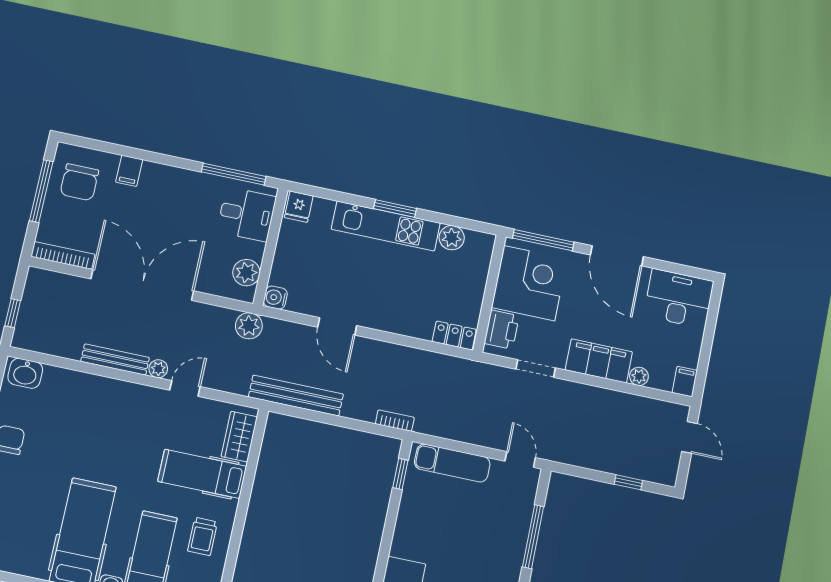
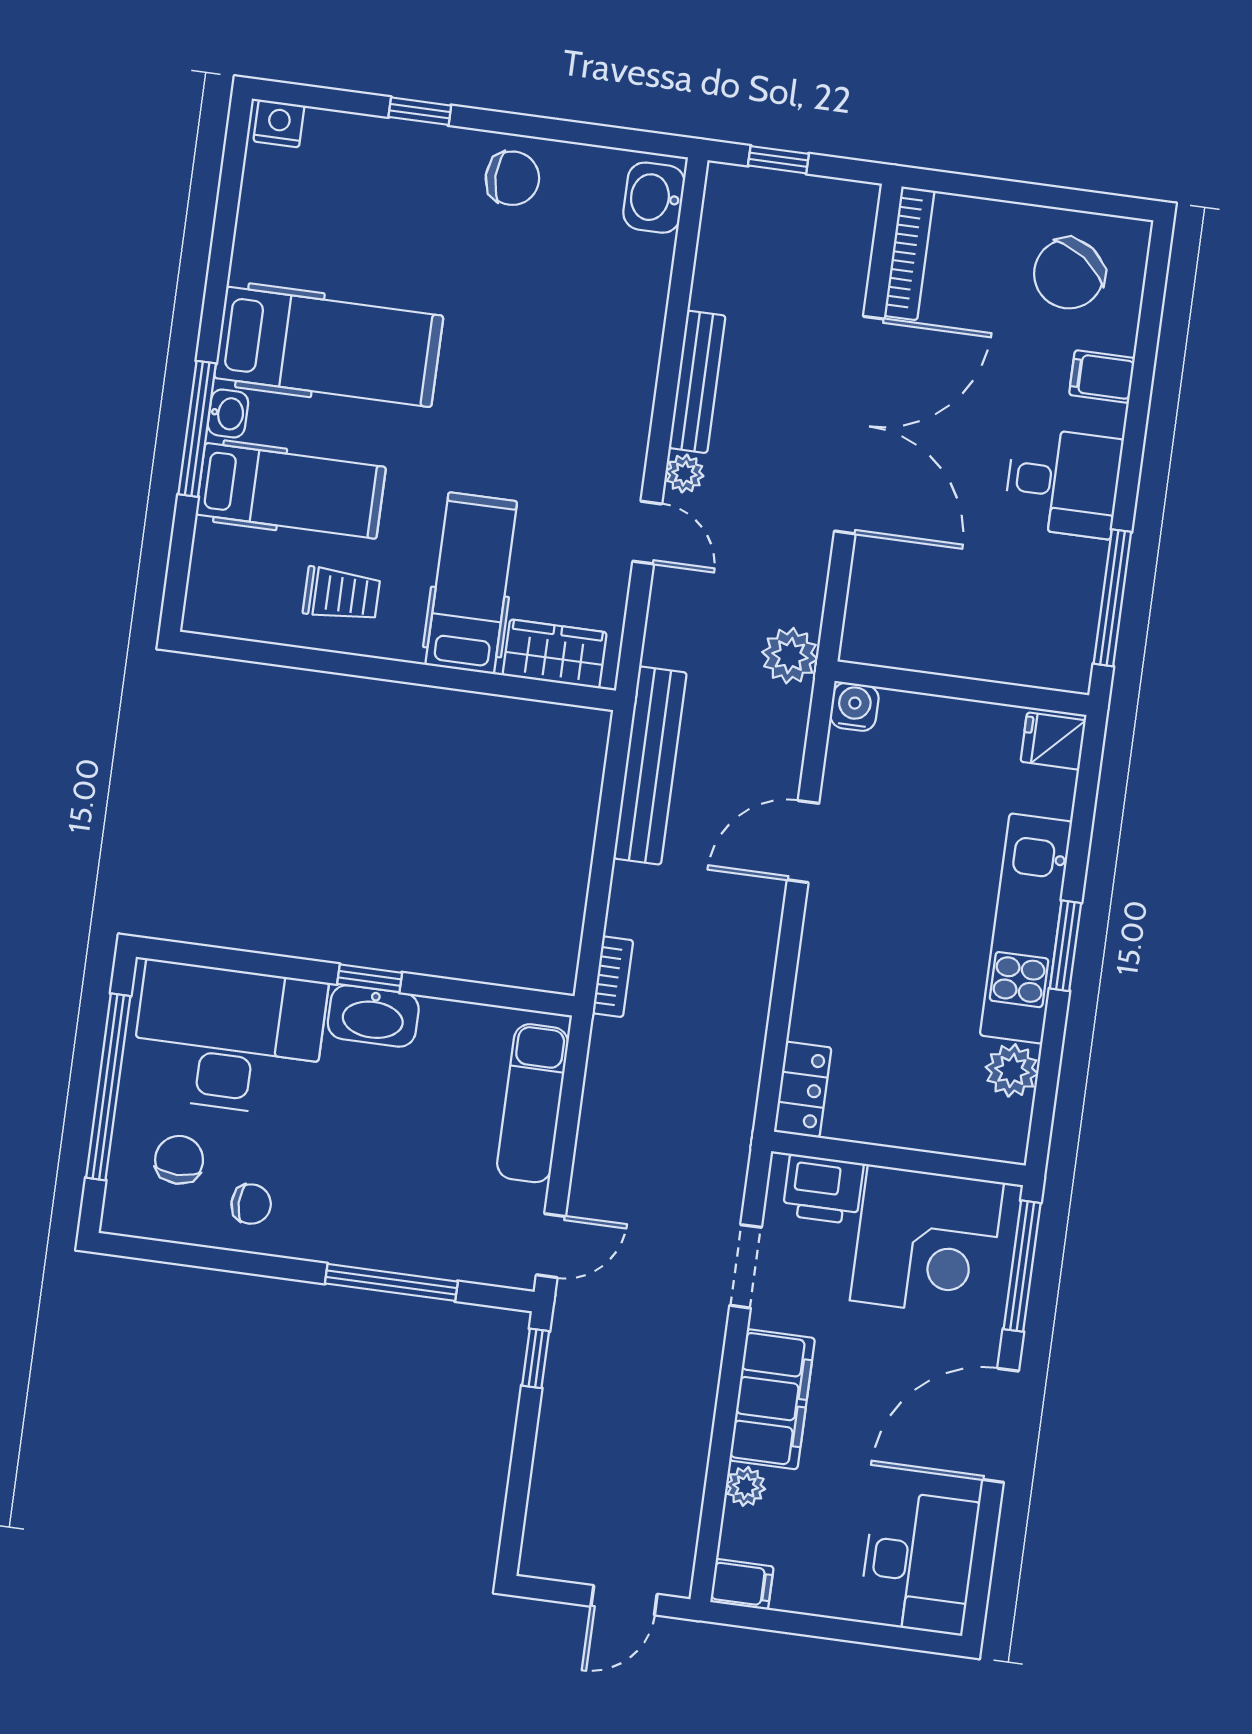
chair: (79, 182) -> (1069, 274), turned -54
window: (41, 191) -> (1043, 195), removed
desk: (247, 214) -> (1063, 482), moved, turned -90
plant: (246, 273) -> (903, 642), removed
window: (400, 474) -> (370, 978), moved
window: (628, 482) -> (536, 1358), moved
trolley: (202, 536) -> (342, 594), turned 180
washbasin: (406, 536) -> (373, 1016), added

